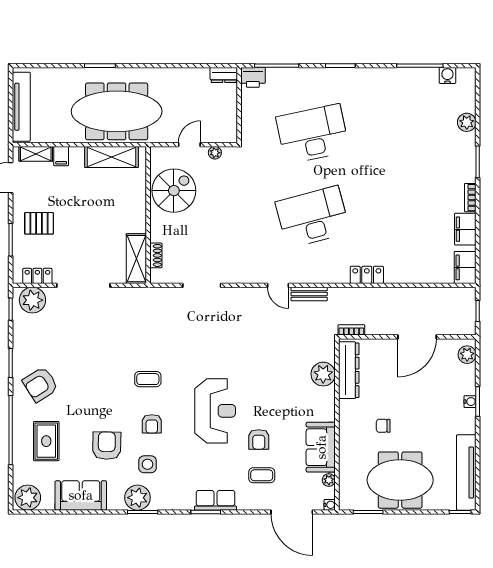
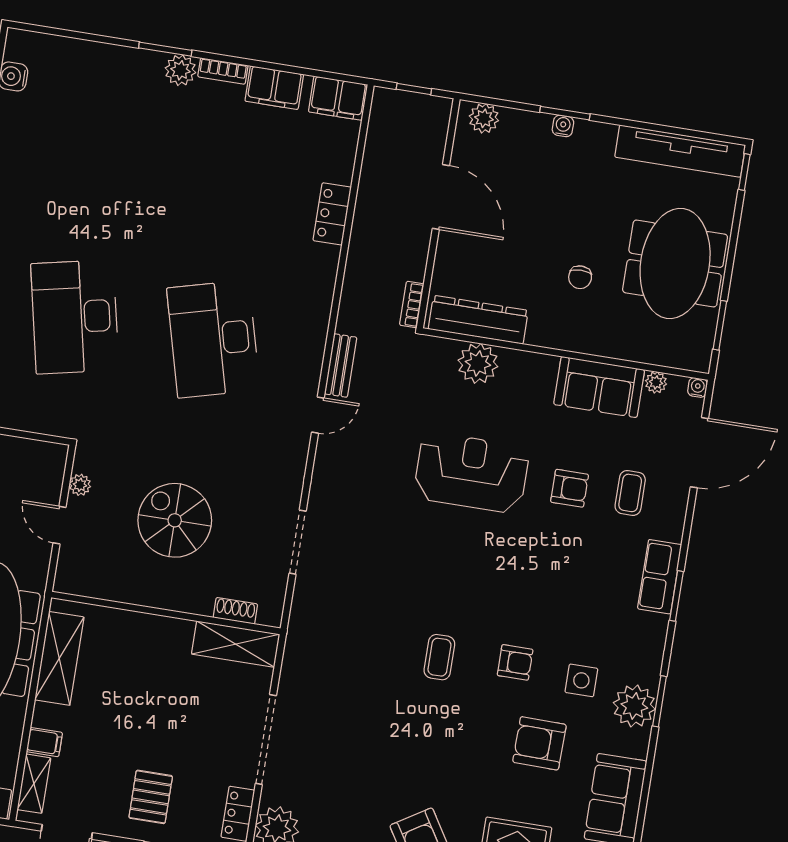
plant: (467, 122) -> (180, 70), moved
spiral stairs: (174, 191) -> (175, 520), moved
locker: (367, 275) -> (332, 214), moved
reception desk: (215, 411) -> (471, 473), moved

